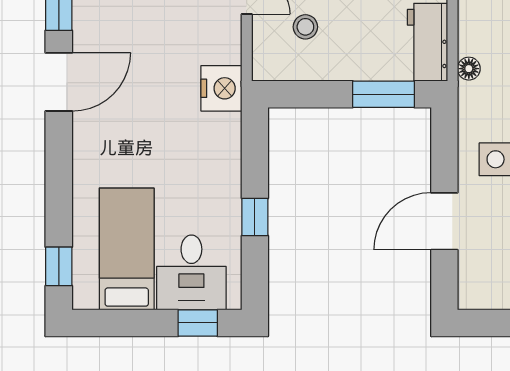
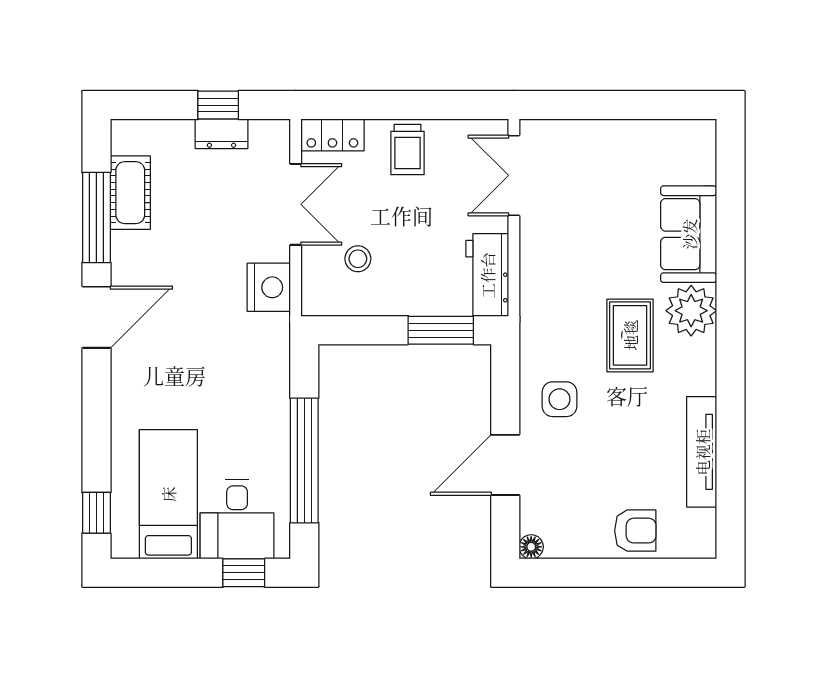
floor lamp: (469, 69) -> (531, 547), moved
nightstand: (221, 88) -> (269, 287), moved
window: (255, 217) -> (304, 460), width x3.17

